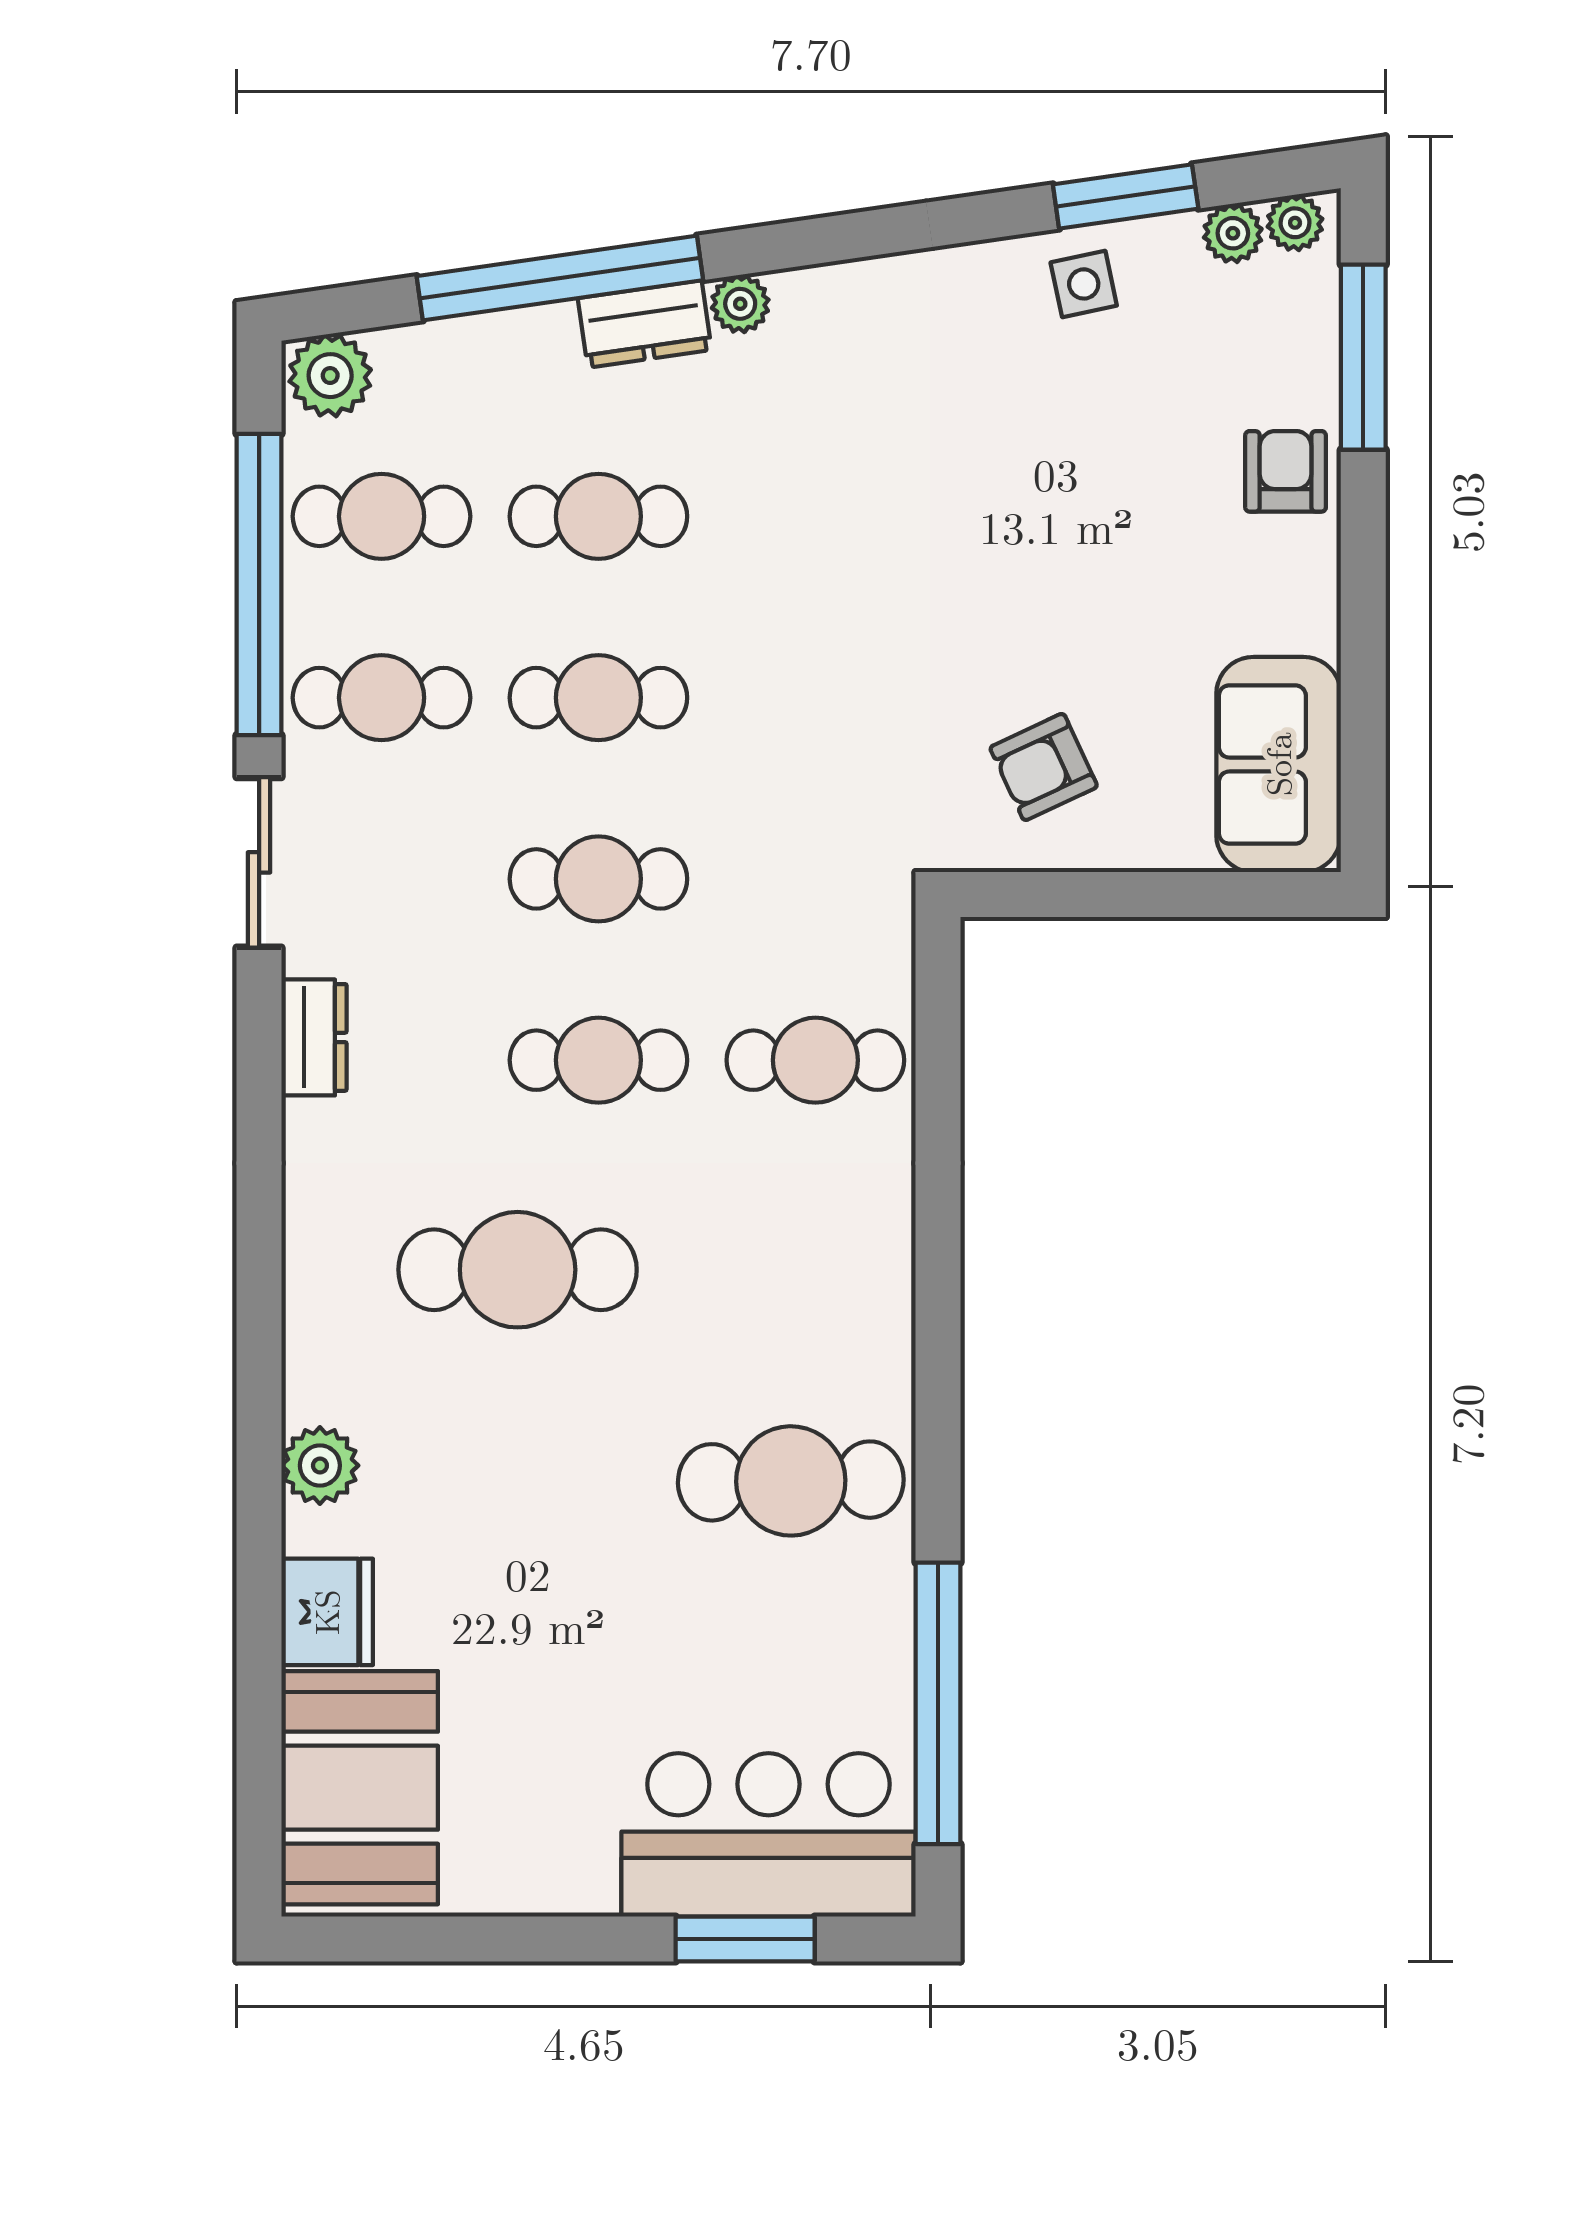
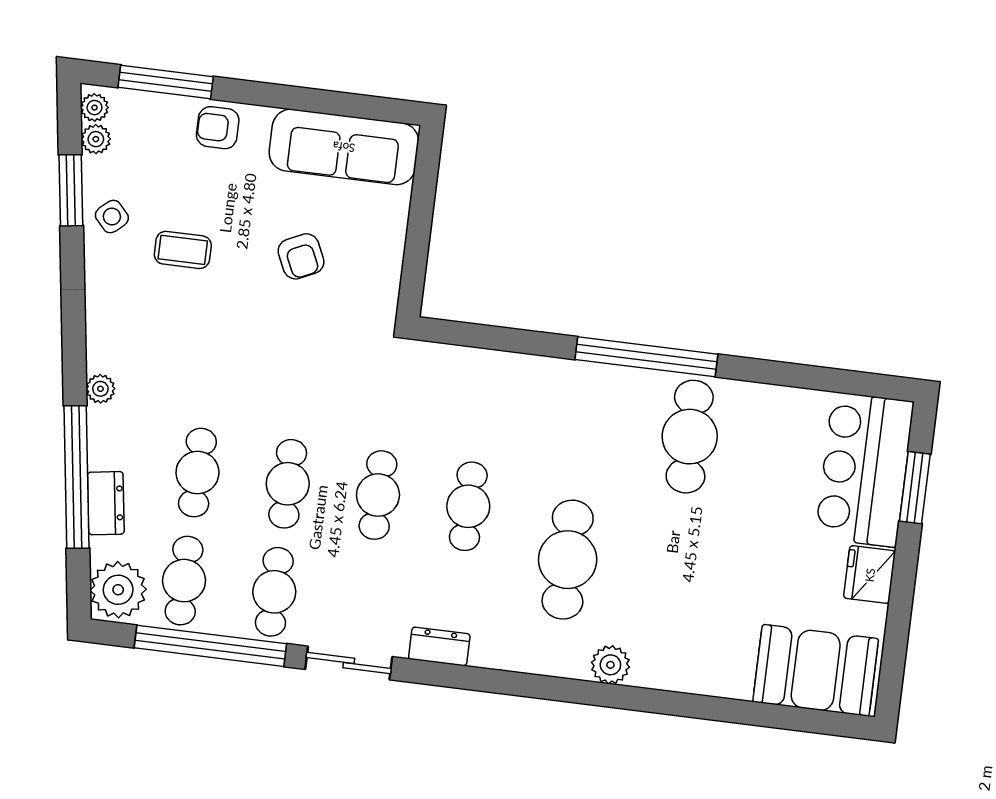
side table: (1084, 284) -> (112, 217), turned -30
dresser: (645, 324) -> (106, 503), moved
plant: (330, 376) -> (118, 590), width x1.36, depth x1.36
coffee table: (1035, 432) -> (183, 250), added
sofa: (1279, 764) -> (344, 147), width x1.36
armchair: (1044, 767) -> (301, 256), moved
cafe table: (815, 1060) -> (482, 398), removed
plant: (320, 1465) -> (610, 665), moved
fridge: (327, 1612) -> (870, 575), moved, turned -90
window: (938, 1703) -> (646, 357), moved

